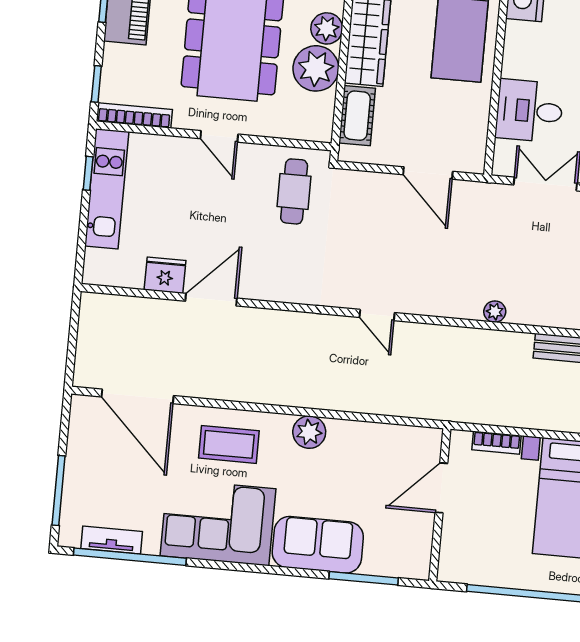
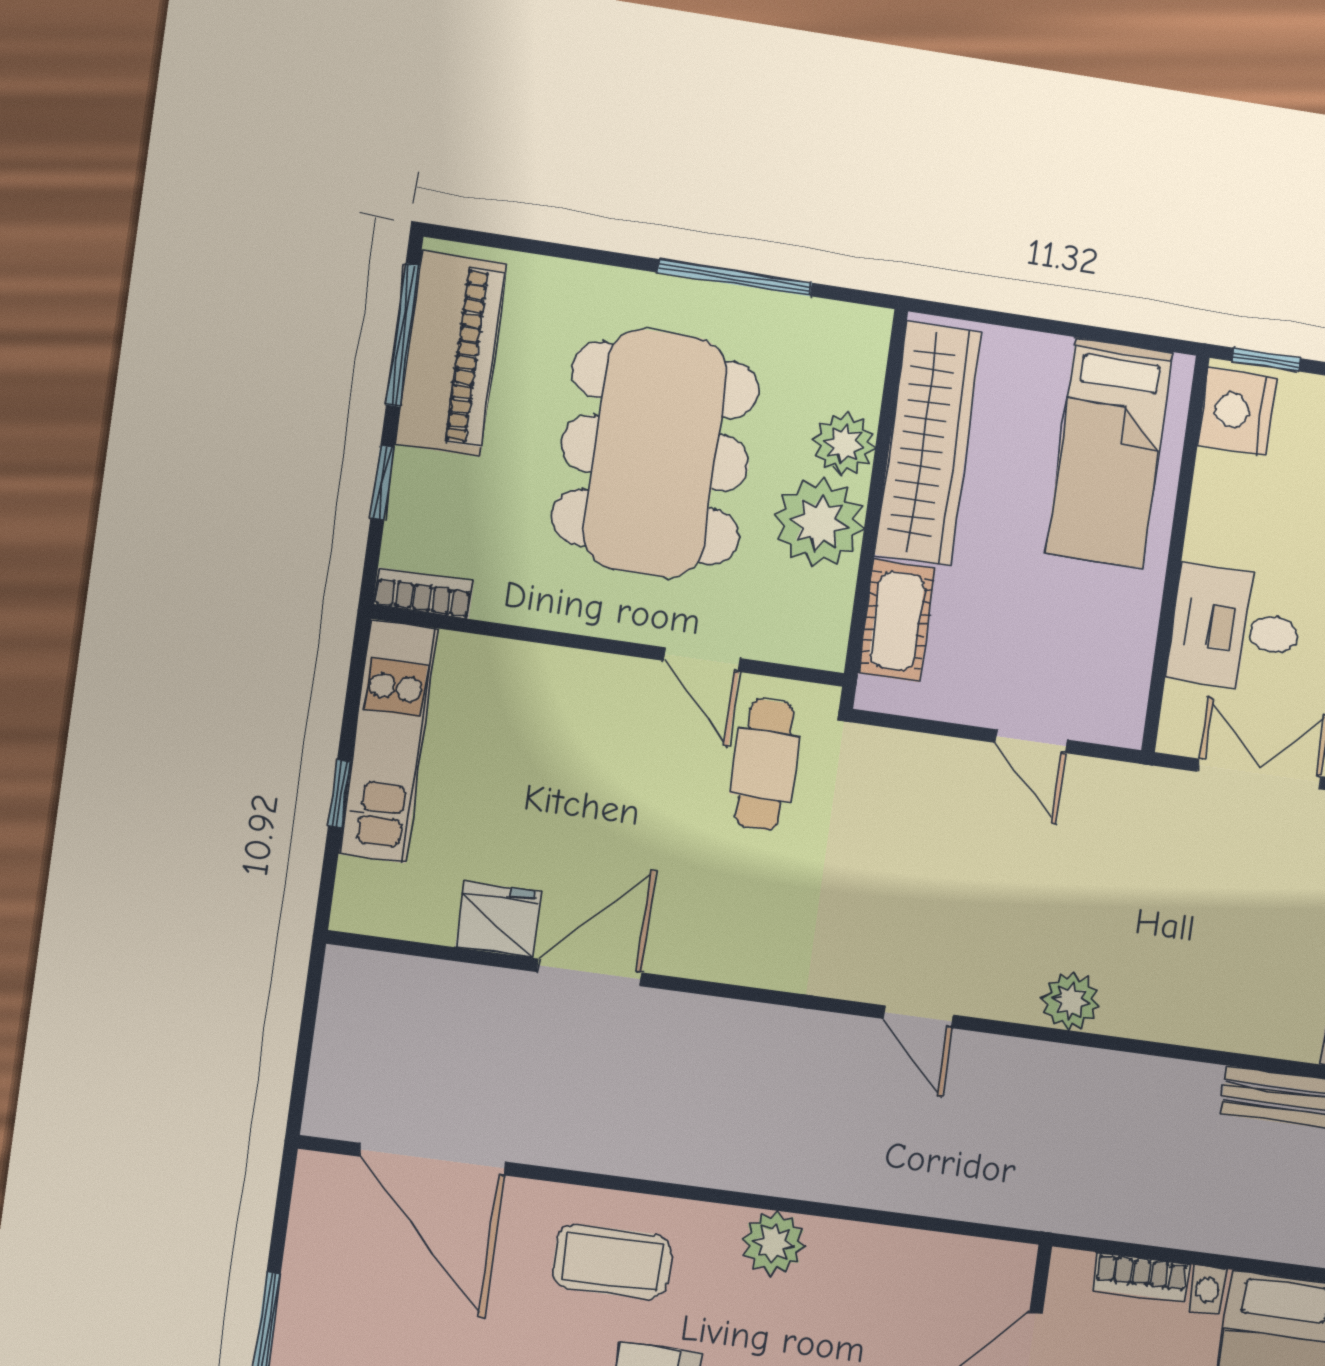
window: (96, 84) -> (382, 482), moved
bookcase: (134, 116) -> (423, 593), width x0.64
door: (219, 136) -> (702, 660), moved
window: (88, 173) -> (340, 794), moved
door: (428, 173) -> (1031, 741), width x0.73
plant: (495, 312) -> (1071, 1001), moved, width x1.38, depth x1.38

